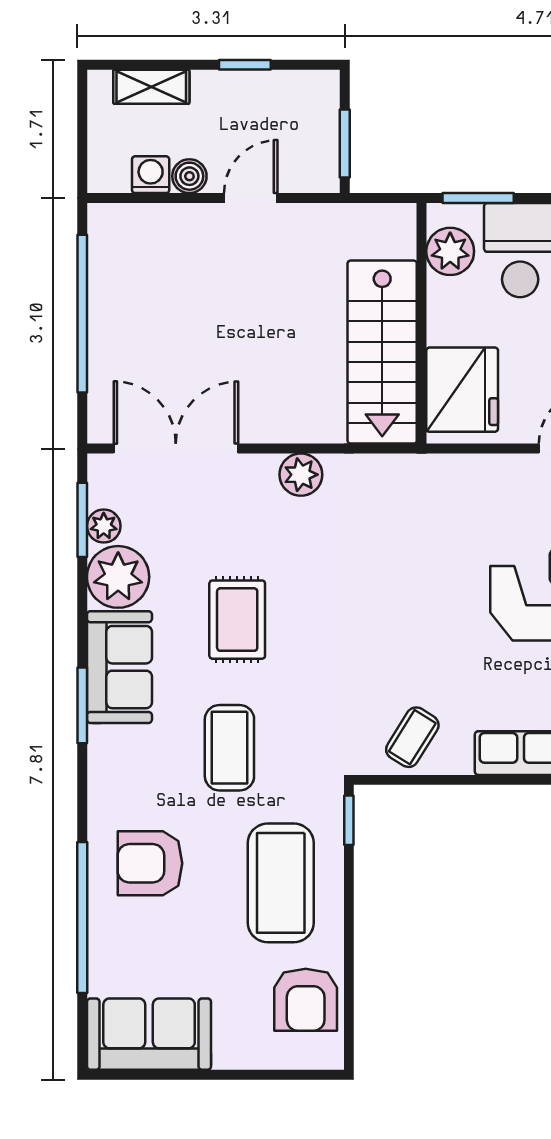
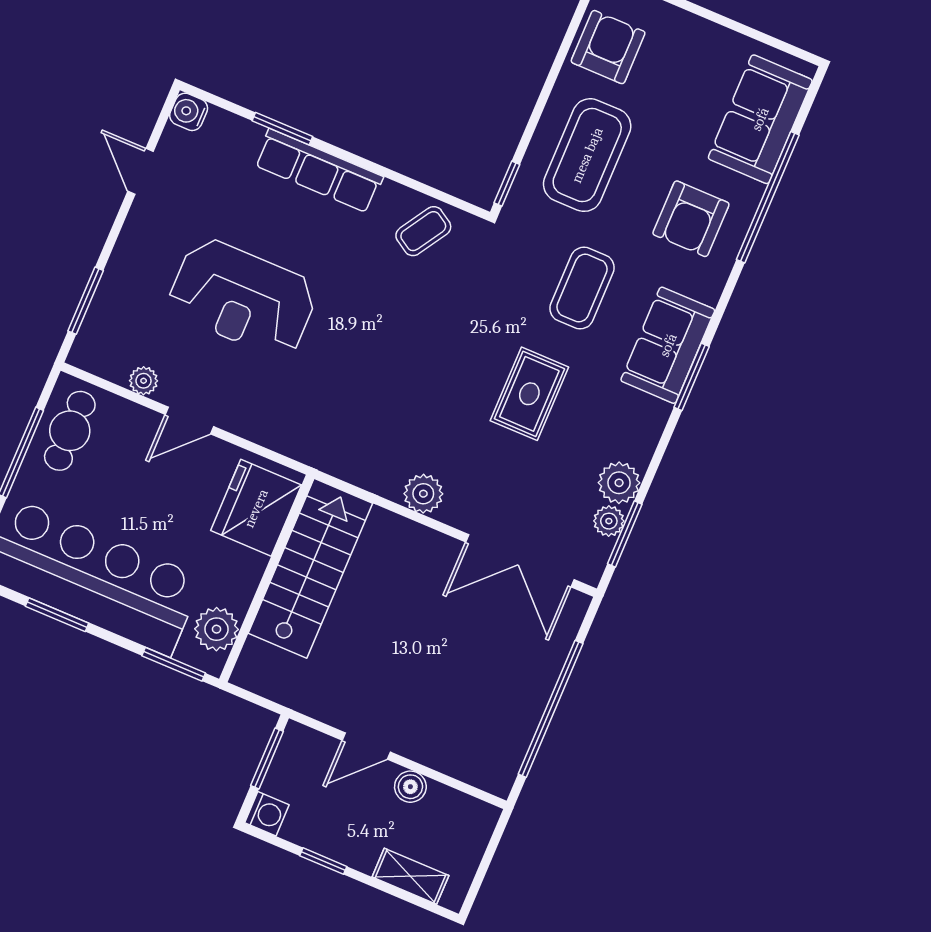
washing machine: (151, 175) -> (267, 814), moved, turned -90
plant: (118, 577) -> (619, 483), width x0.73, depth x0.73
sofa: (119, 667) -> (668, 345), moved
armchair: (150, 863) -> (691, 219), turned 90
sofa: (149, 1034) -> (760, 119), moved, turned 90

